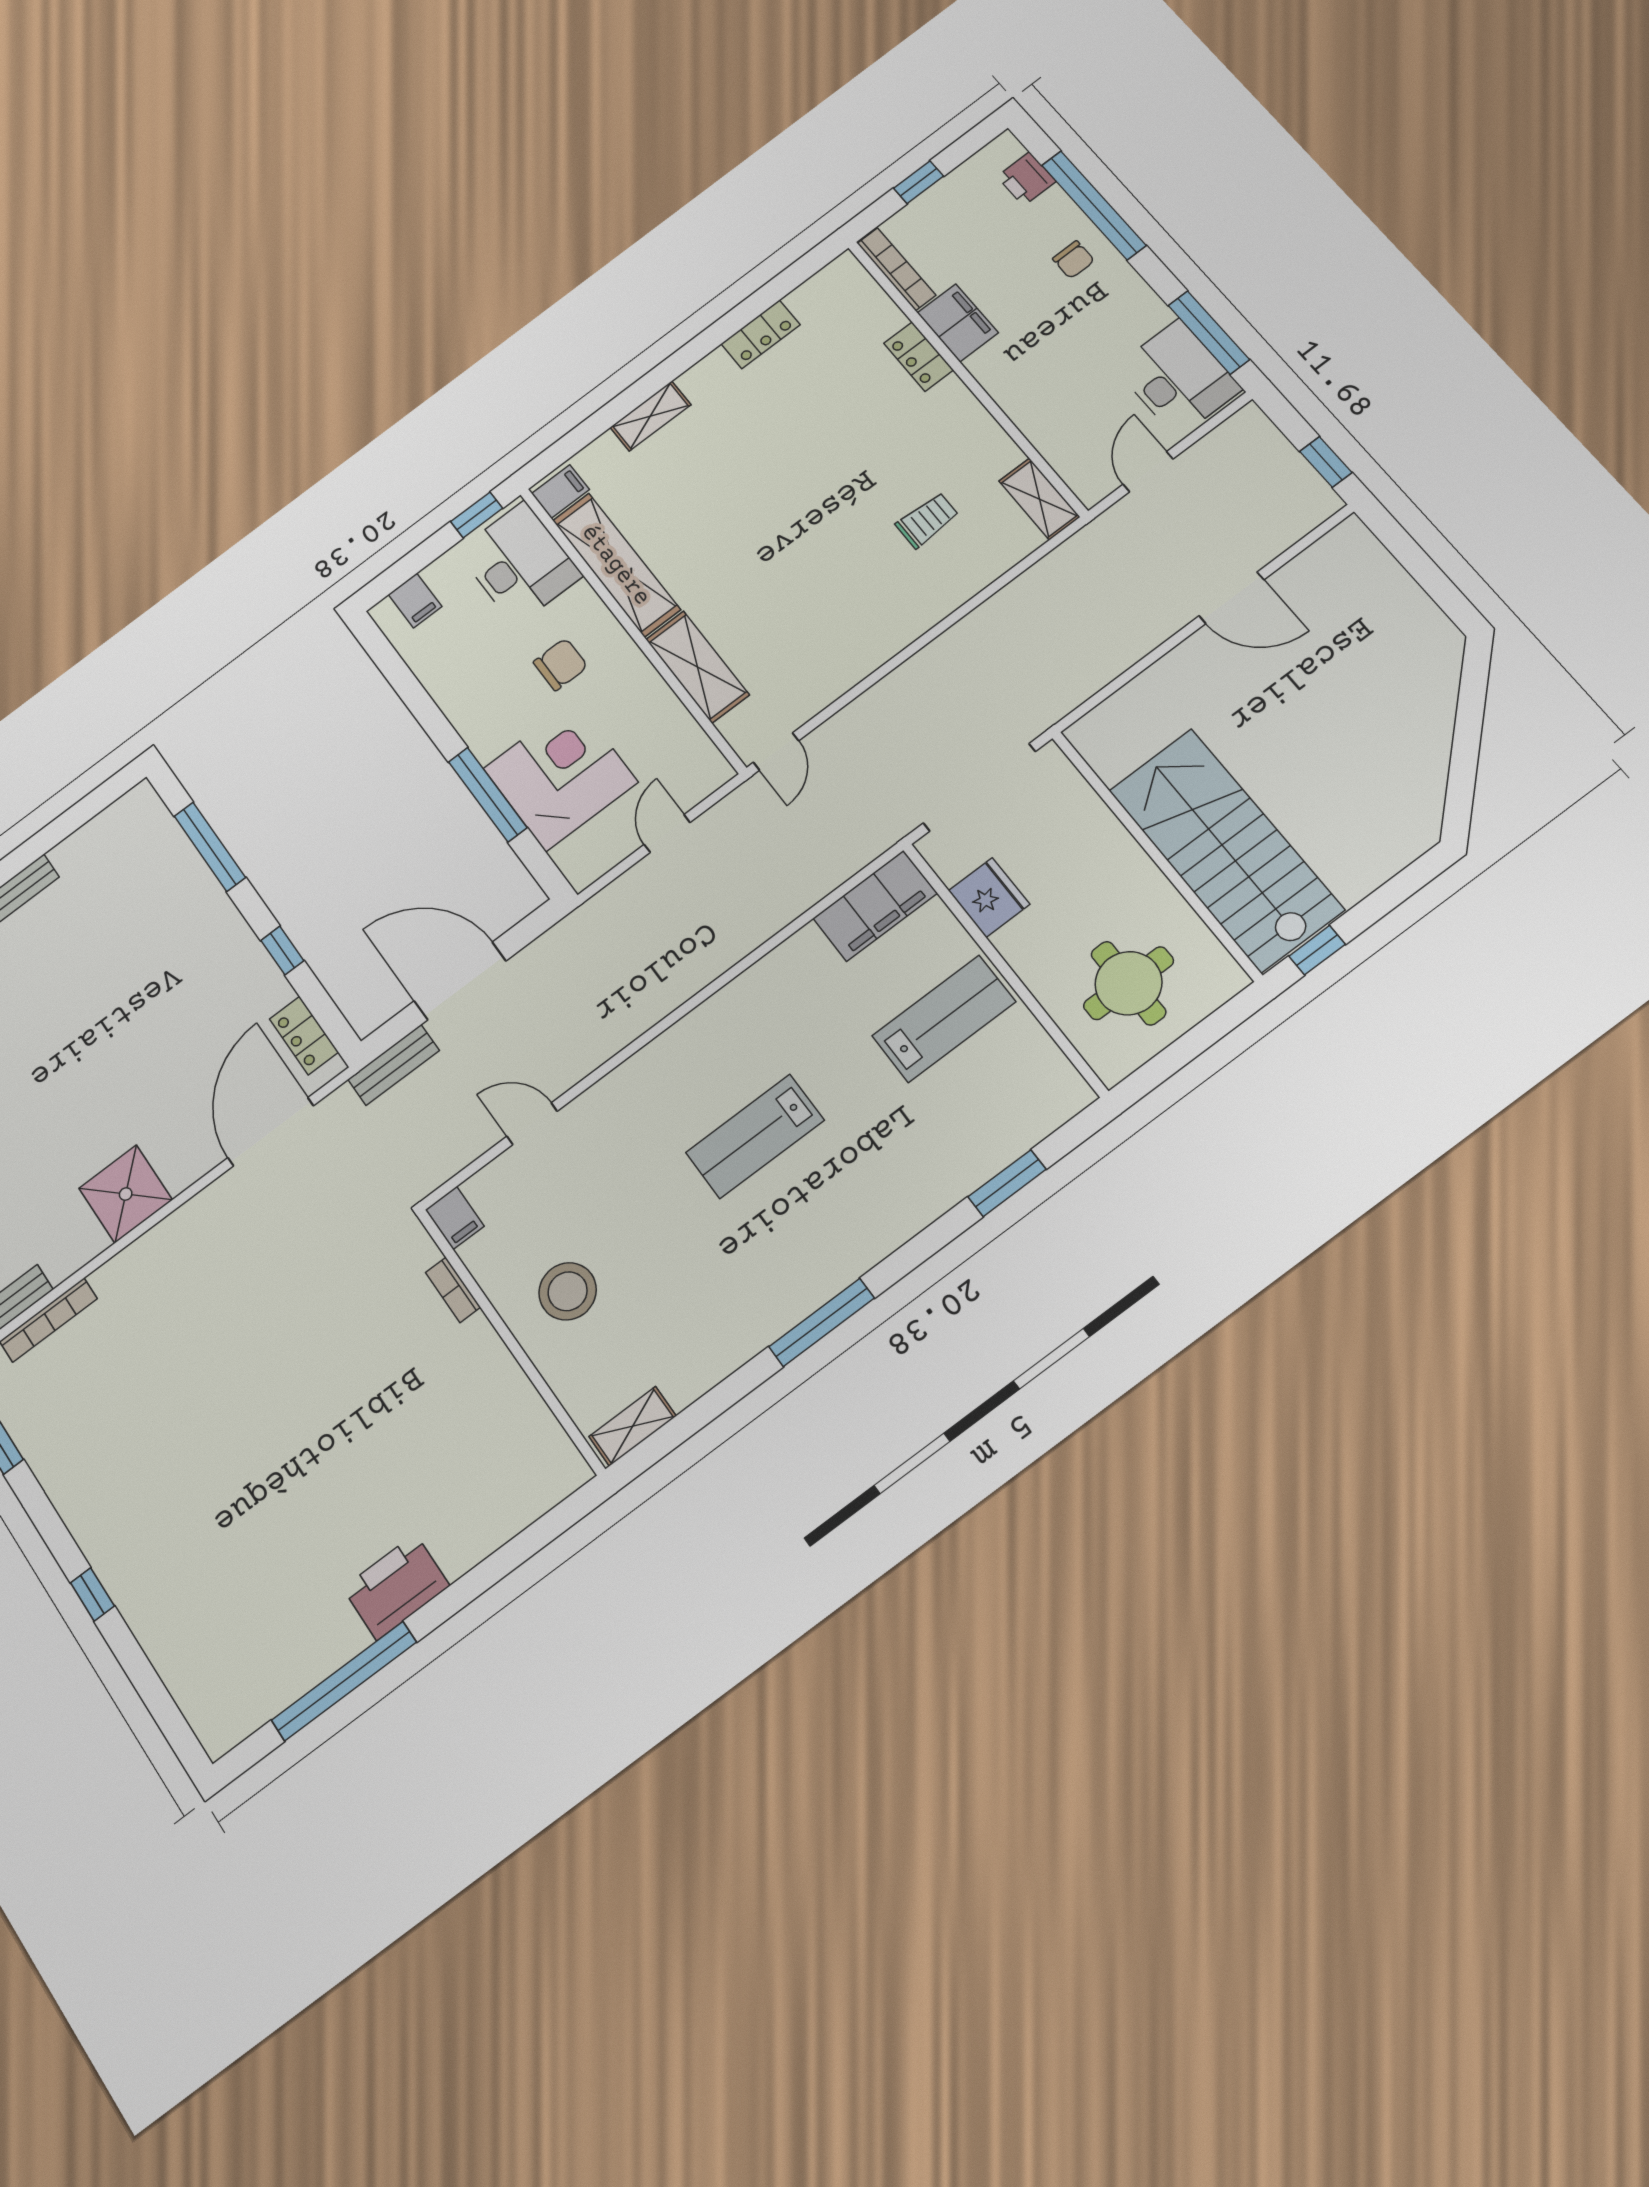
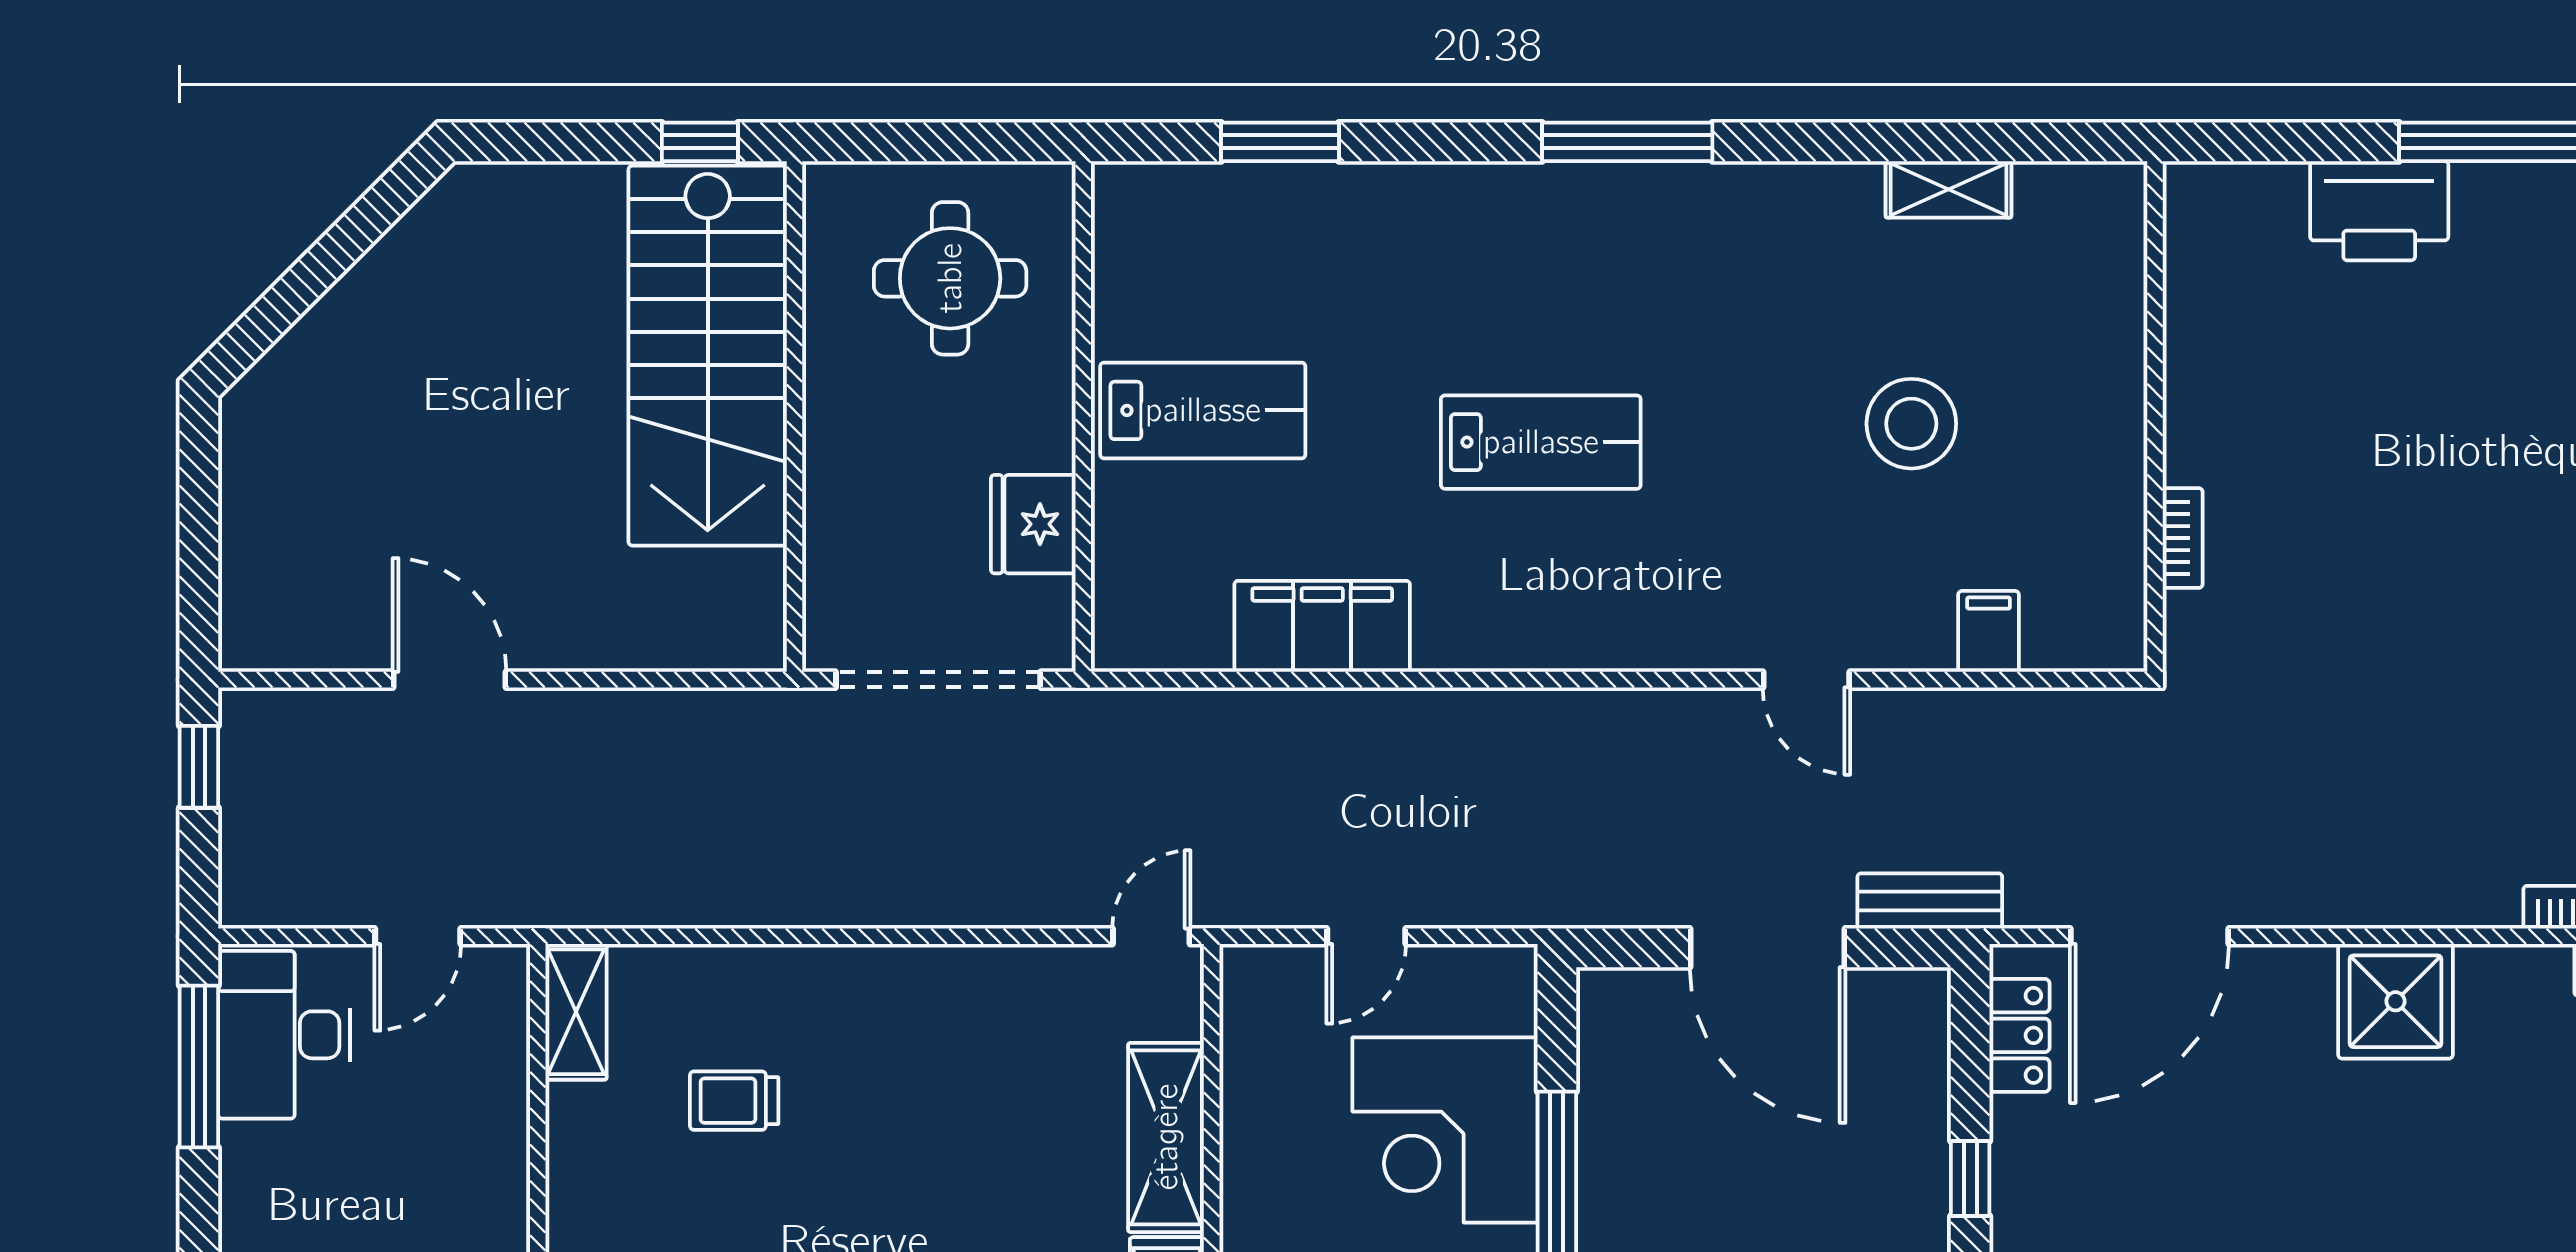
filing cabinet: (875, 906) -> (1322, 626), moved
lab bench: (944, 1019) -> (1203, 410), turned 180
bookcase: (453, 1290) -> (2183, 538), moved
wall: (510, 1340) -> (2155, 416), moved

